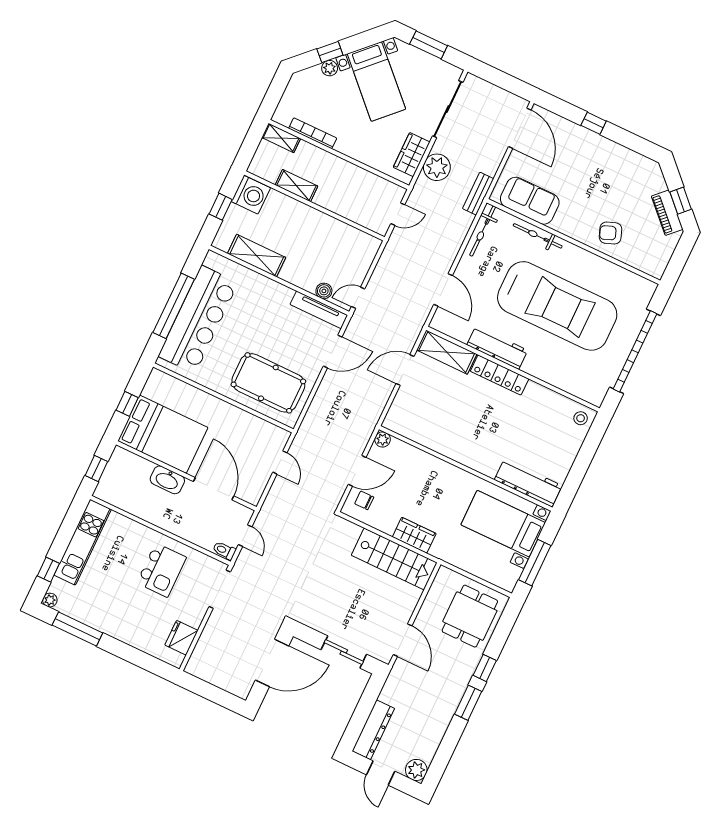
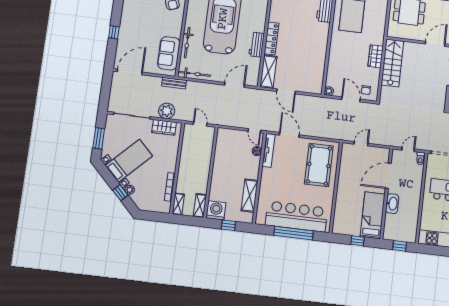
shelving: (296, 186) -> (200, 206), moved
workbench: (497, 348) -> (257, 45), width x0.73
bed: (163, 434) -> (373, 215), width x0.67

